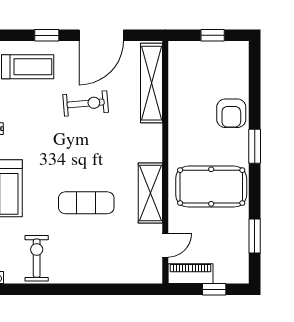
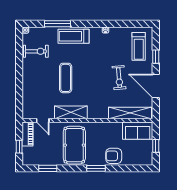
sofa: (184, 69) -> (138, 131), added

